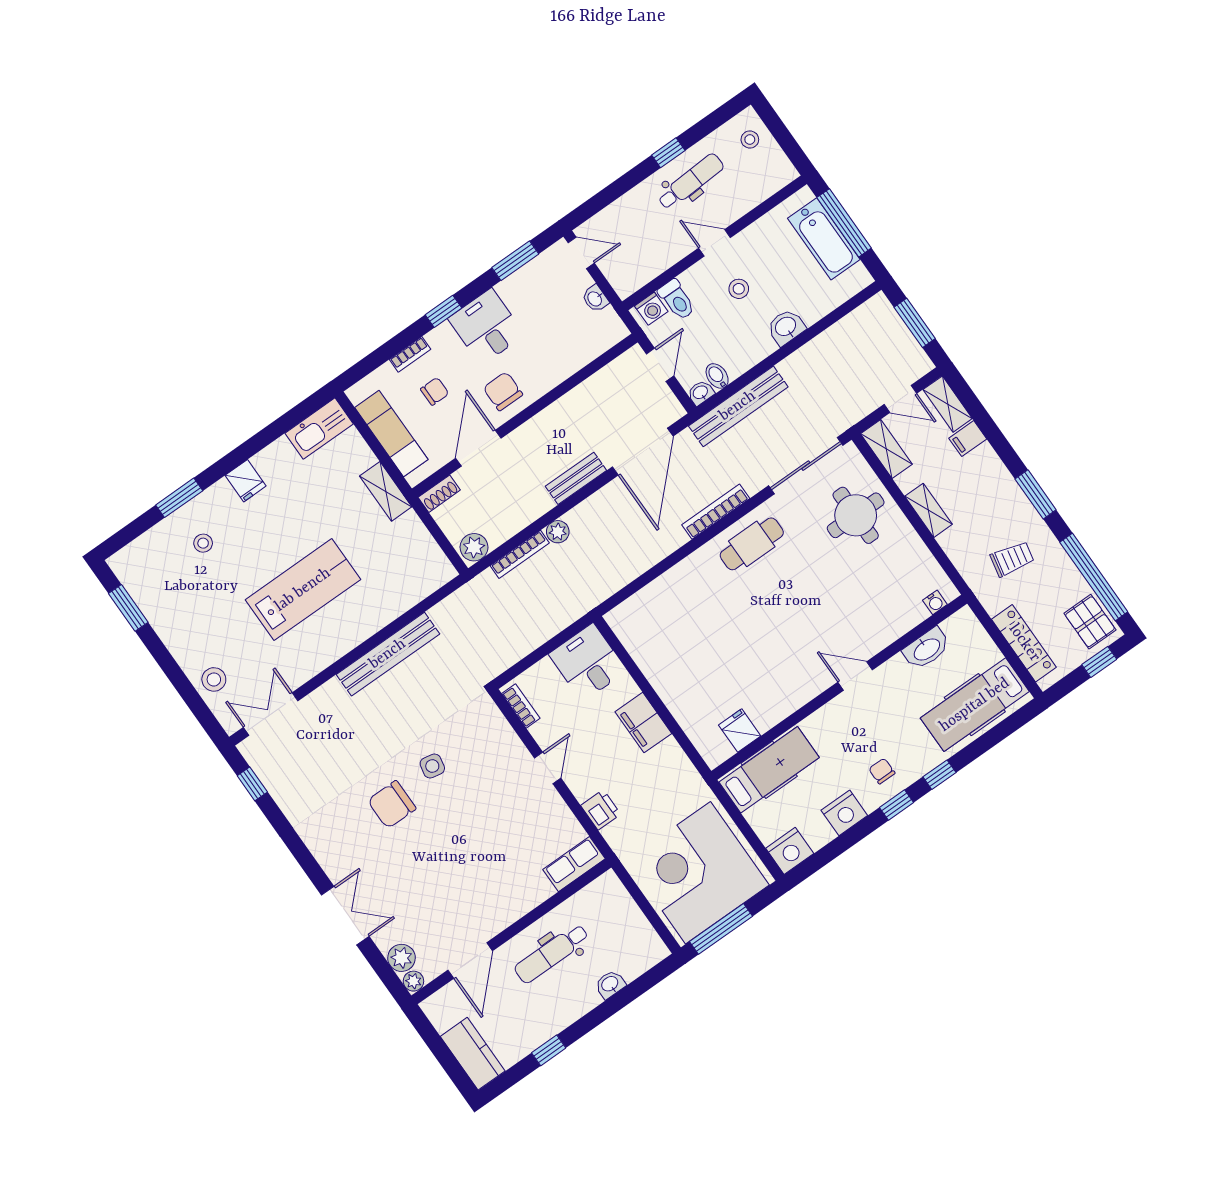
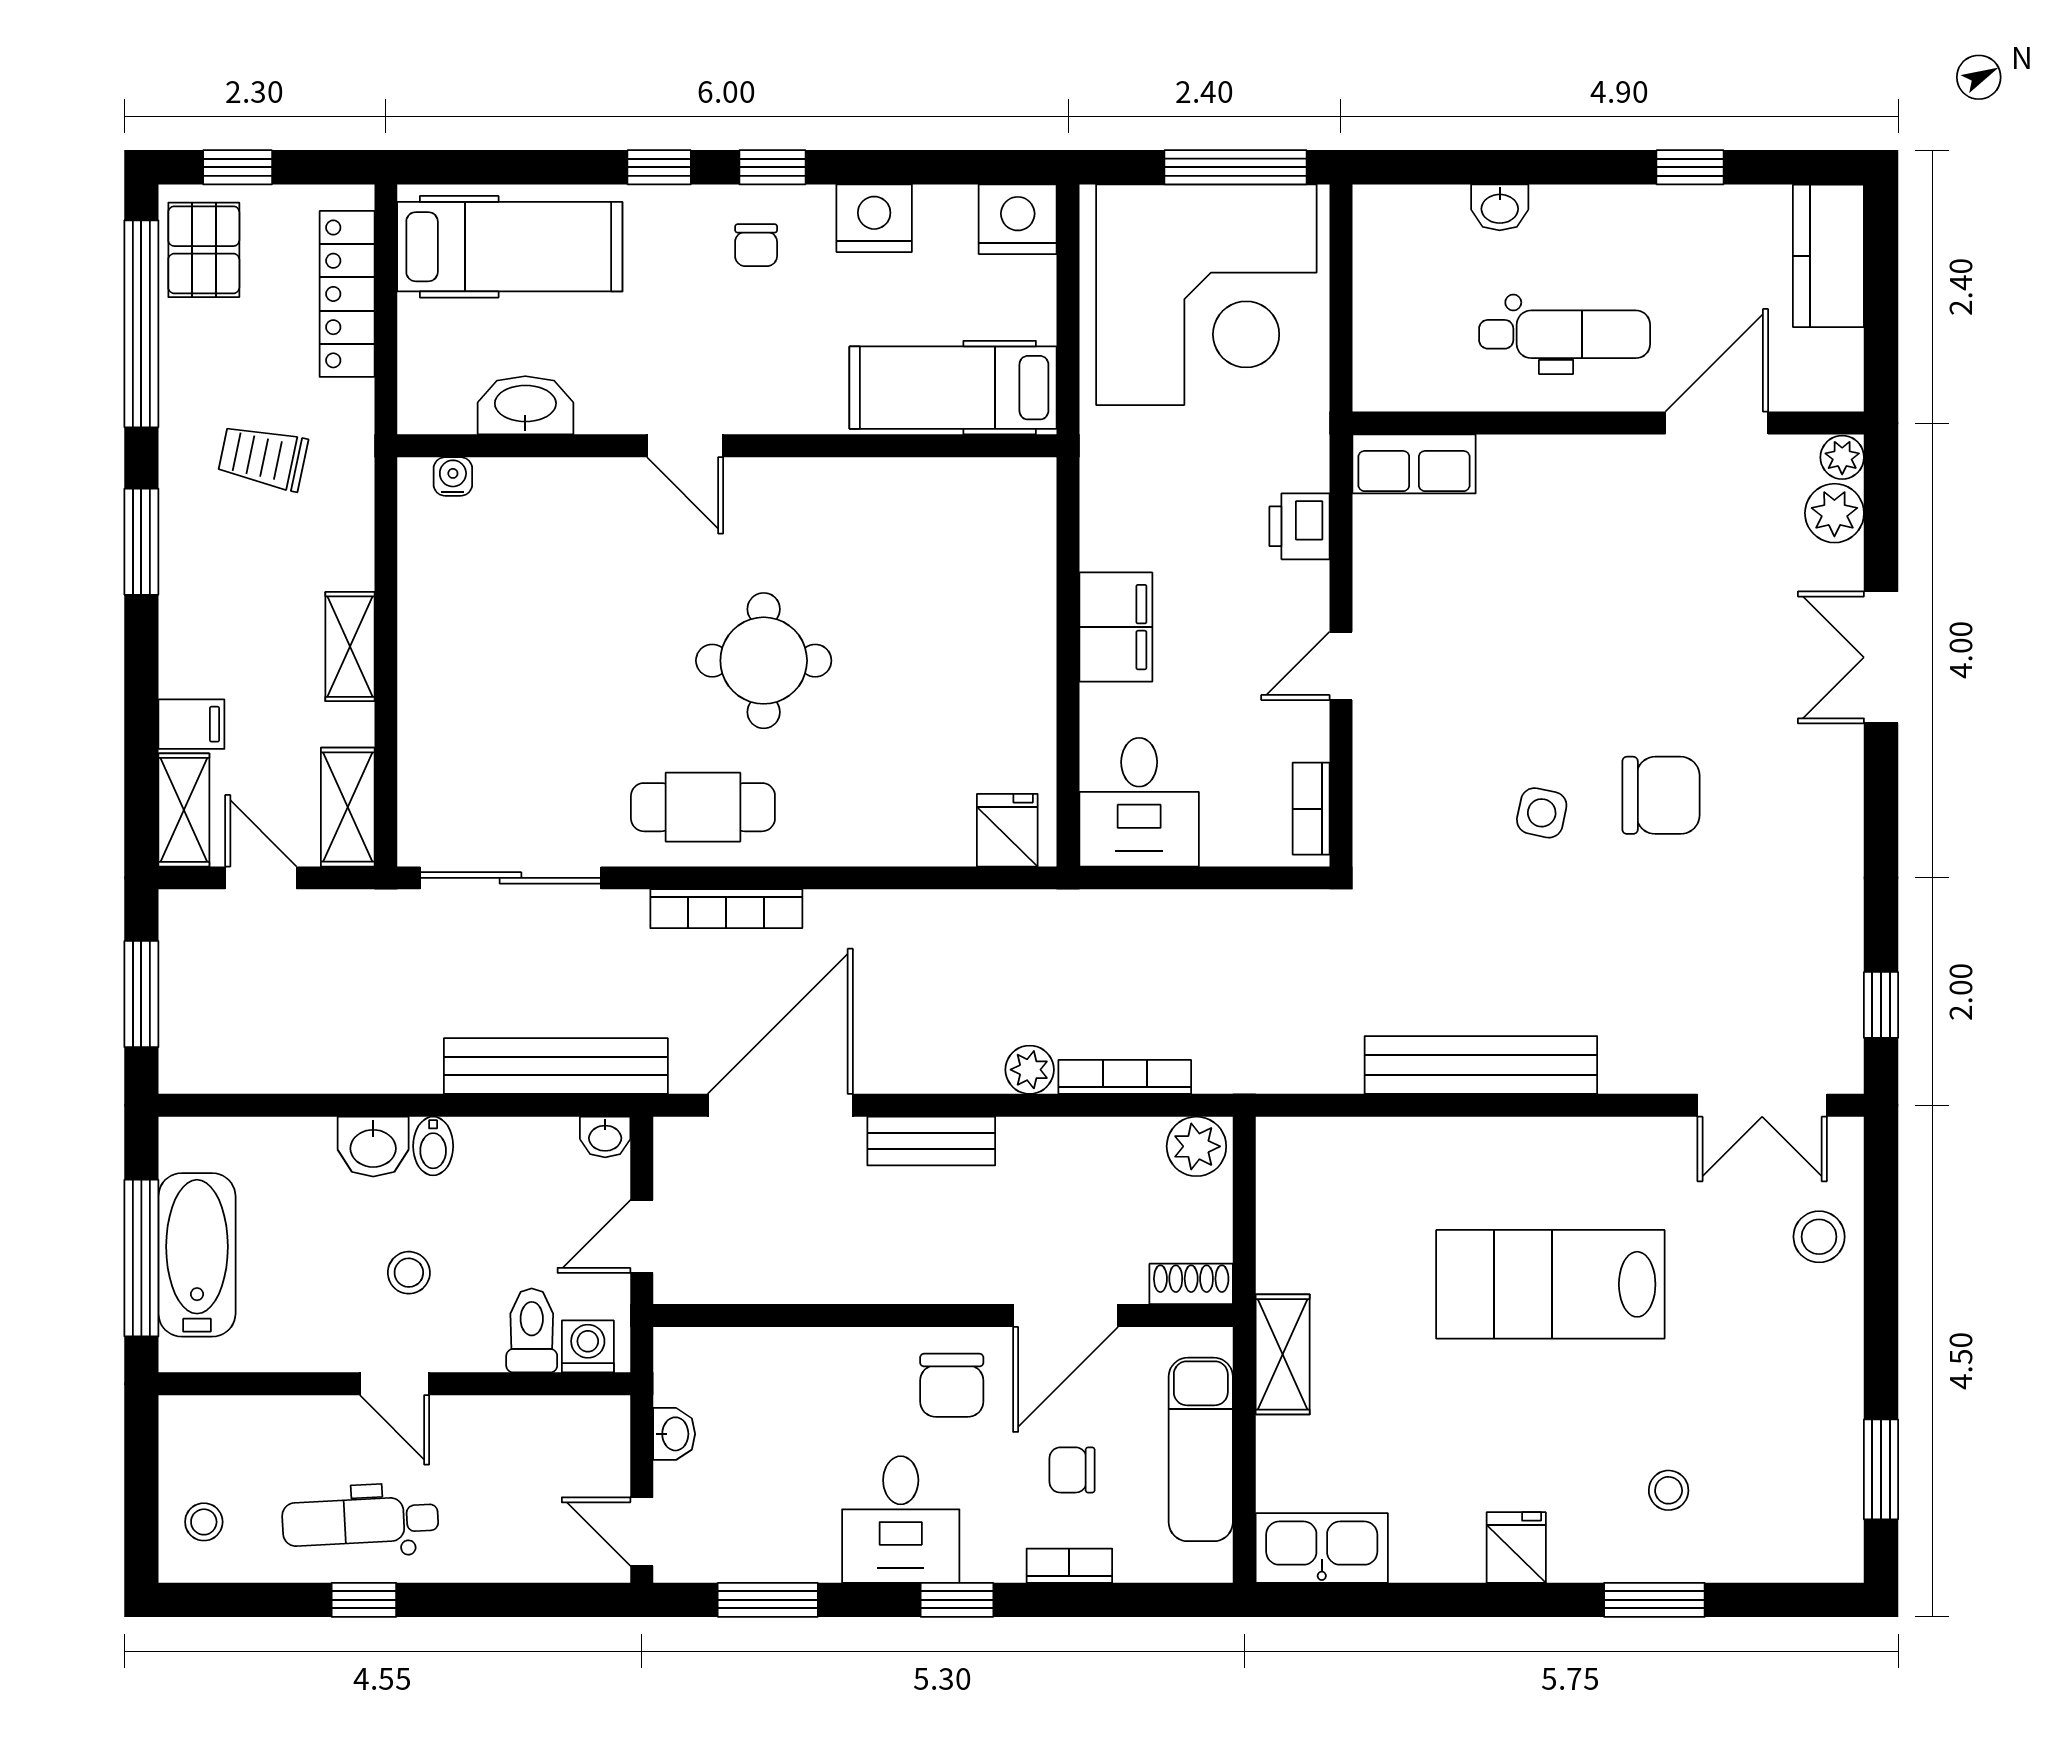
bidet: (717, 376) -> (433, 1146), moved
round table: (856, 515) -> (764, 661), moved
fridge: (740, 730) -> (1007, 830), moved, turned 180

